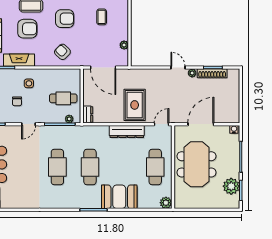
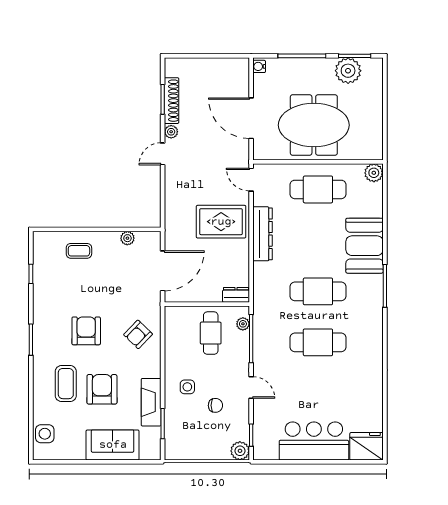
coffee table: (102, 17) -> (79, 251), moved

